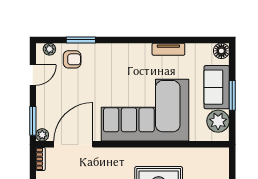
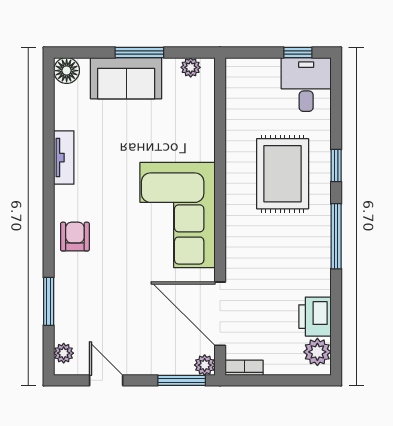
armchair: (72, 59) -> (75, 237), moved
corner sofa: (145, 110) -> (177, 215), width x0.73, depth x0.74
plant: (218, 121) -> (191, 67), width x0.53, depth x0.53

